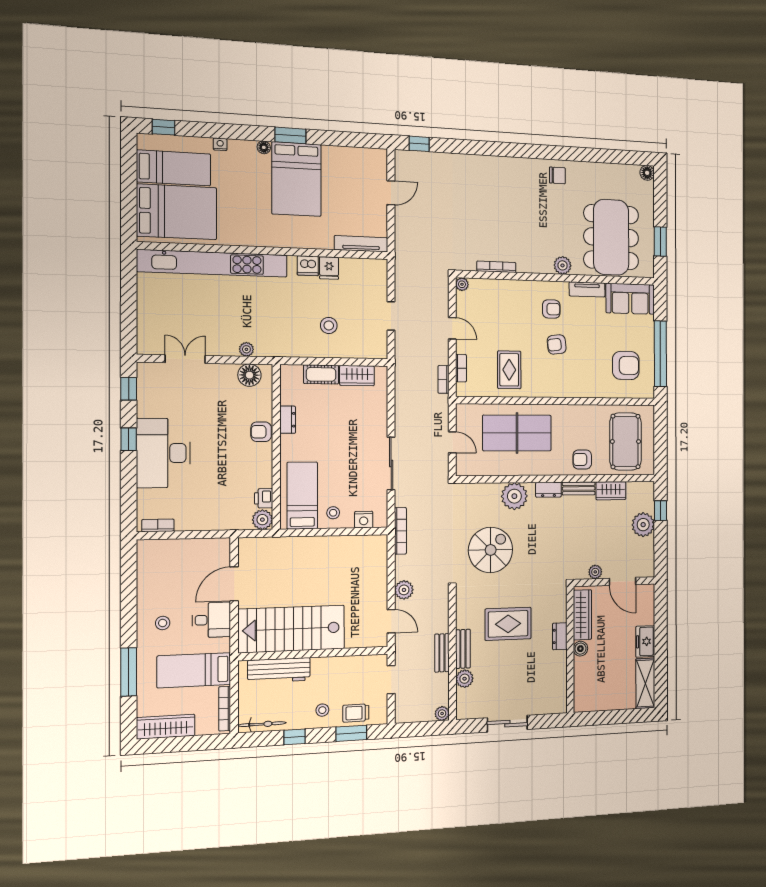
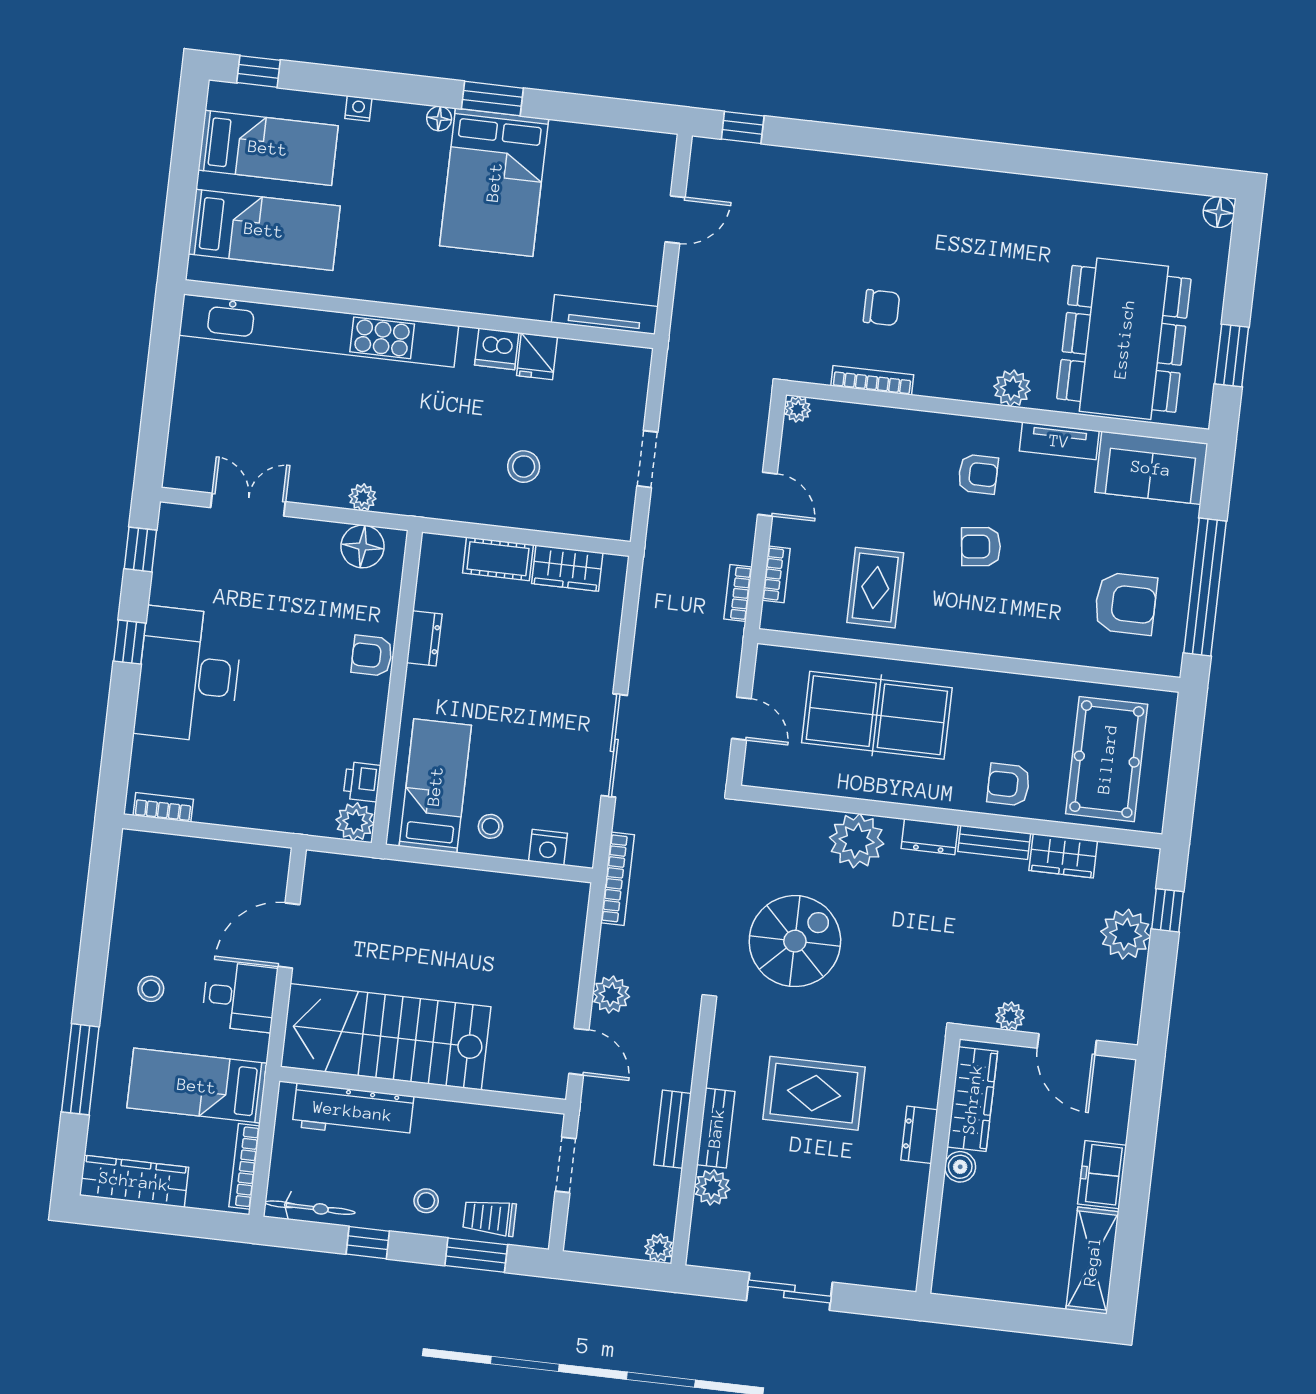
chair: (557, 175) -> (881, 308), moved
bed: (177, 212) -> (264, 230), width x0.67

